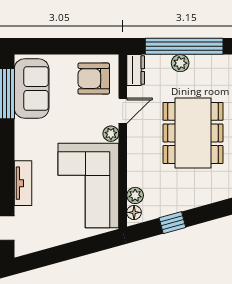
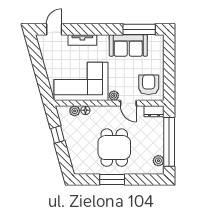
plant: (180, 63) -> (158, 161), moved
sofa: (32, 88) -> (128, 45), moved
dining table: (193, 133) -> (114, 148), width x0.73
floor lamp: (134, 212) -> (85, 110), moved

